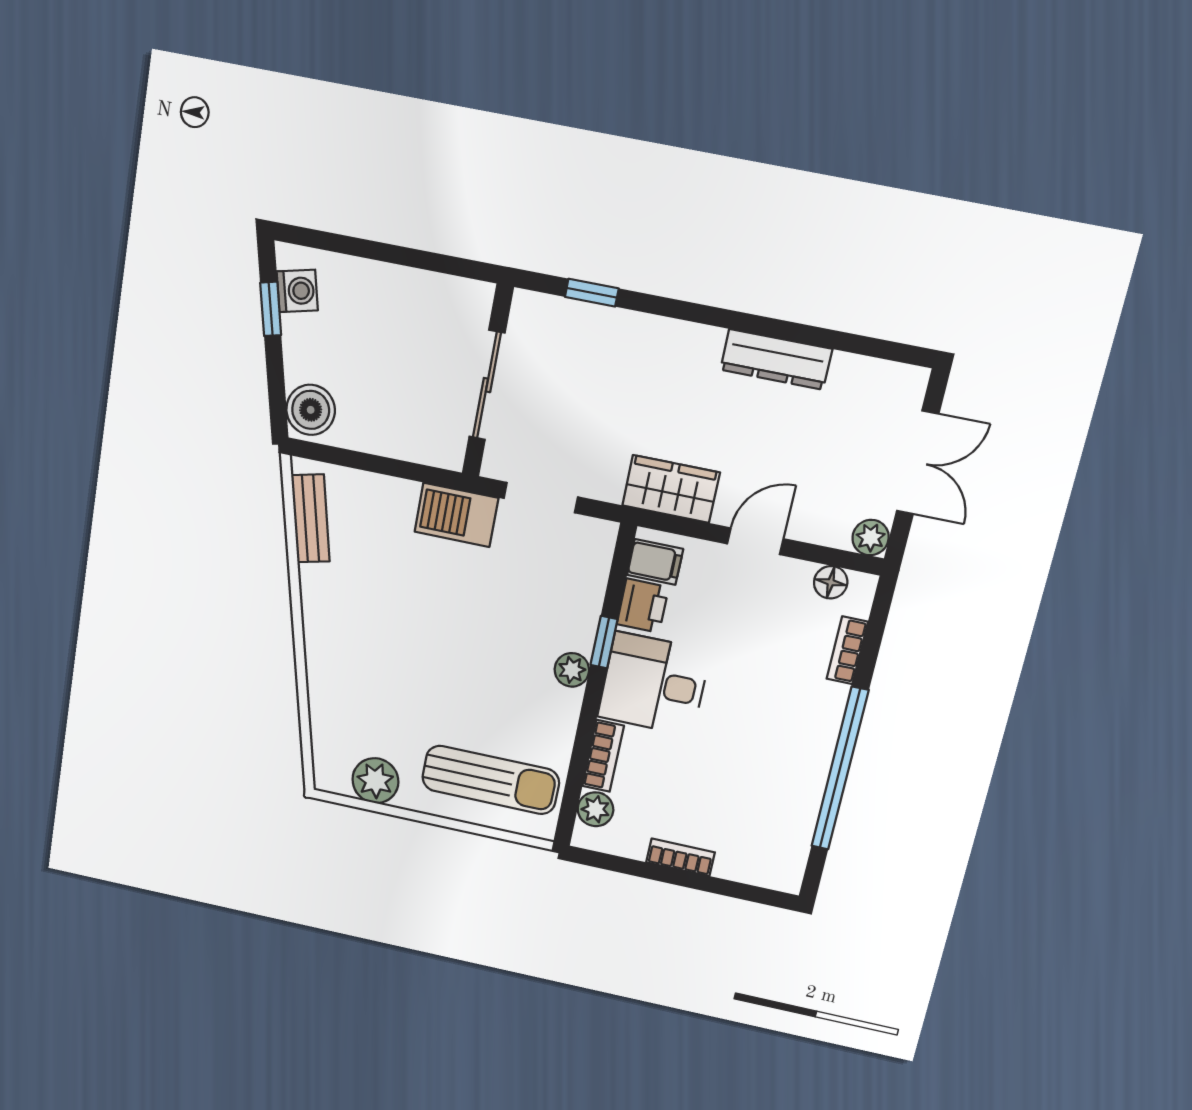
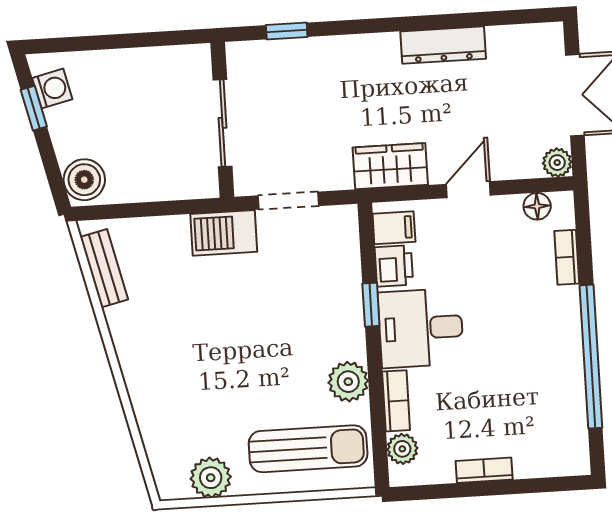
plant: (572, 670) -> (348, 382), moved, width x1.38, depth x1.38

